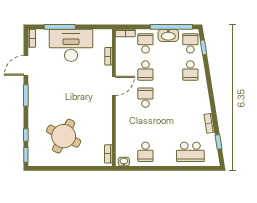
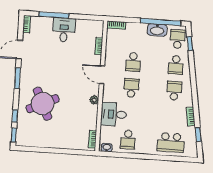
school desk: (145, 43) -> (174, 91), moved
desk: (71, 45) -> (64, 30), width x0.53, depth x0.77
door: (114, 86) -> (102, 75), swing flipped
plant: (107, 113) -> (94, 100), added
desk: (129, 126) -> (114, 114), added
round table: (64, 136) -> (43, 104), moved, turned 38

